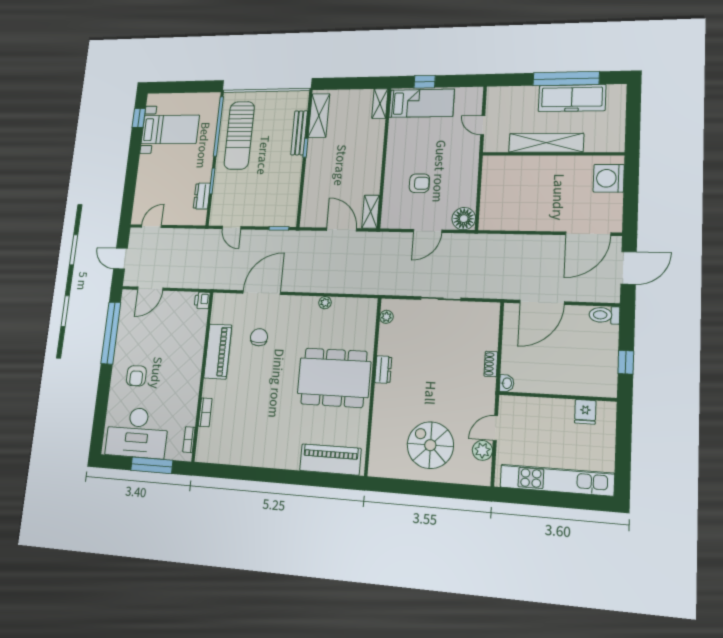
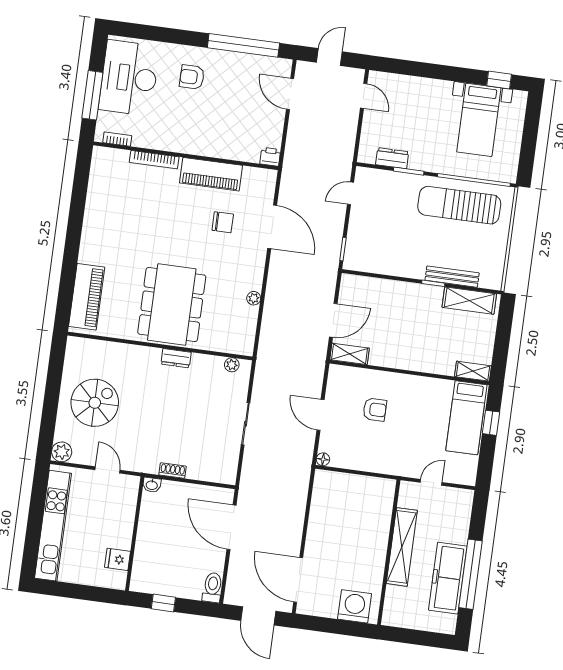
armchair: (419, 183) -> (375, 409), turned -90
floor lamp: (464, 219) -> (323, 459), width x0.53, depth x0.53
bookcase: (205, 412) -> (154, 160), width x1.56
plant: (482, 450) -> (62, 452), moved

